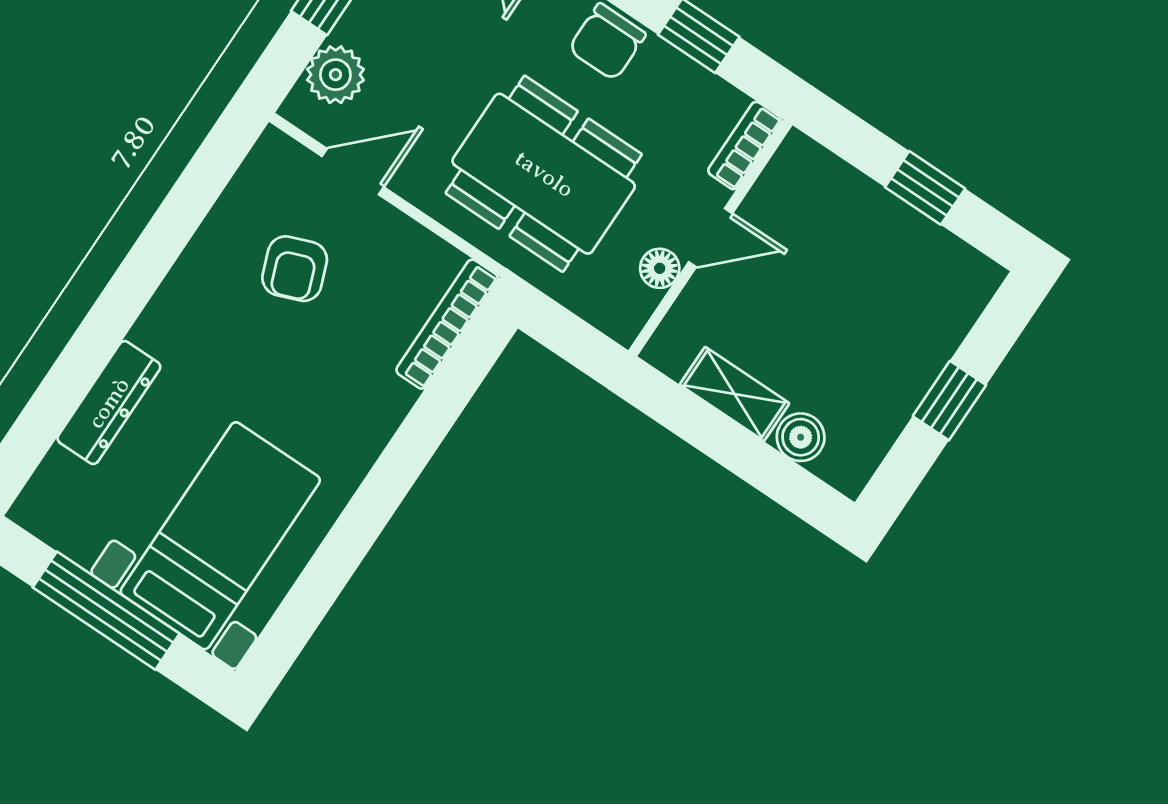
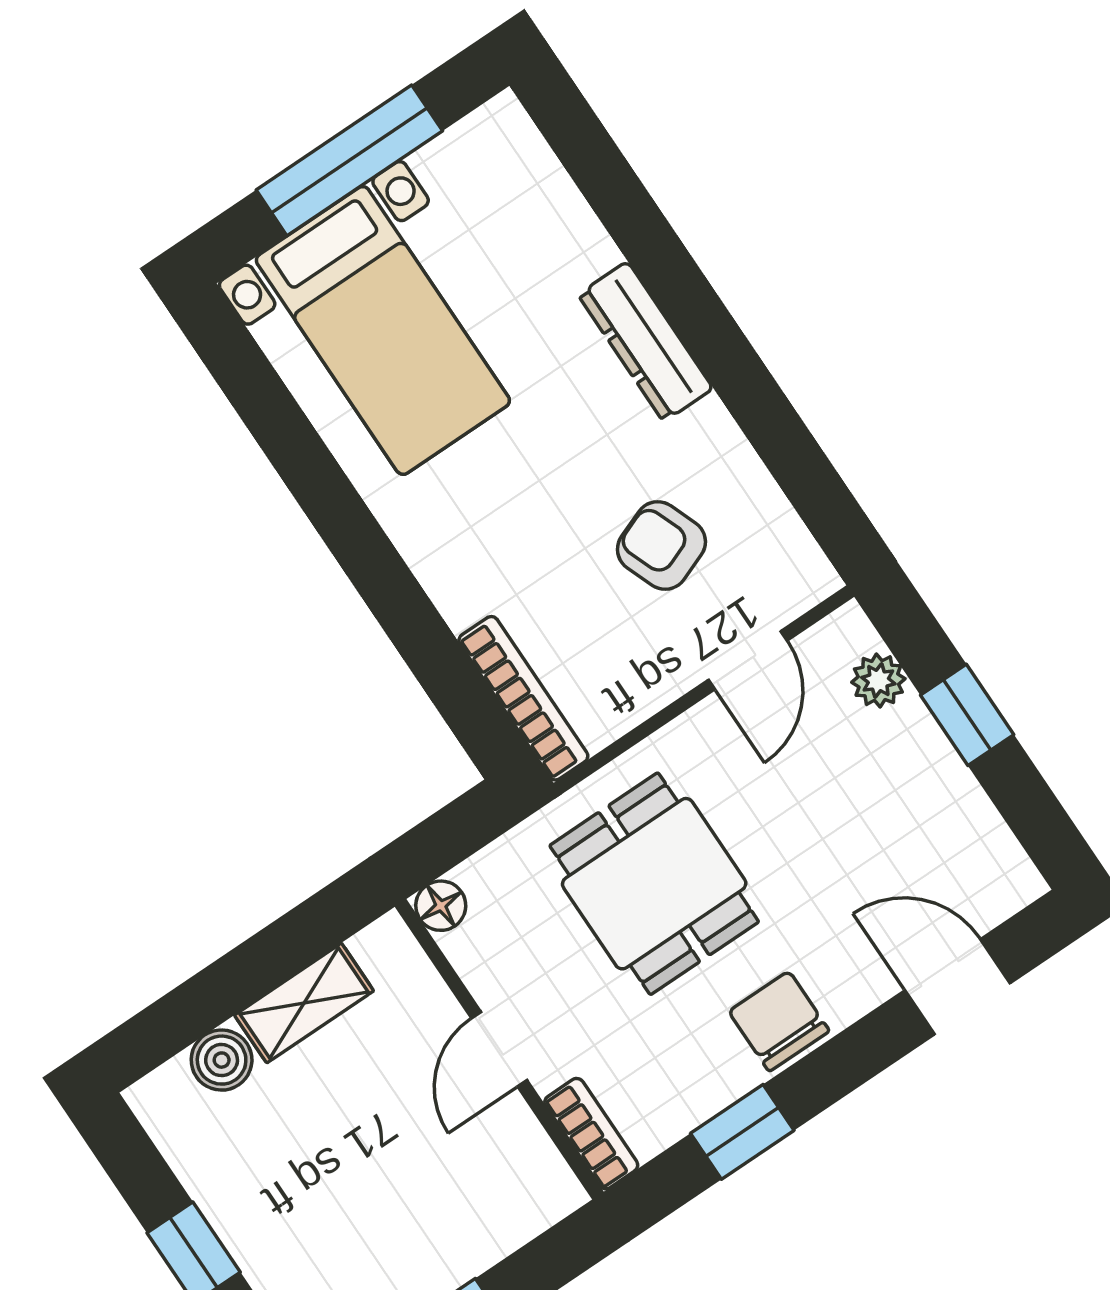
plant: (335, 75) -> (878, 681), width x0.73, depth x0.73
dining table: (544, 174) -> (654, 884), width x0.73
floor lamp: (660, 268) -> (441, 906), moved
dresser: (109, 403) -> (646, 342), moved

